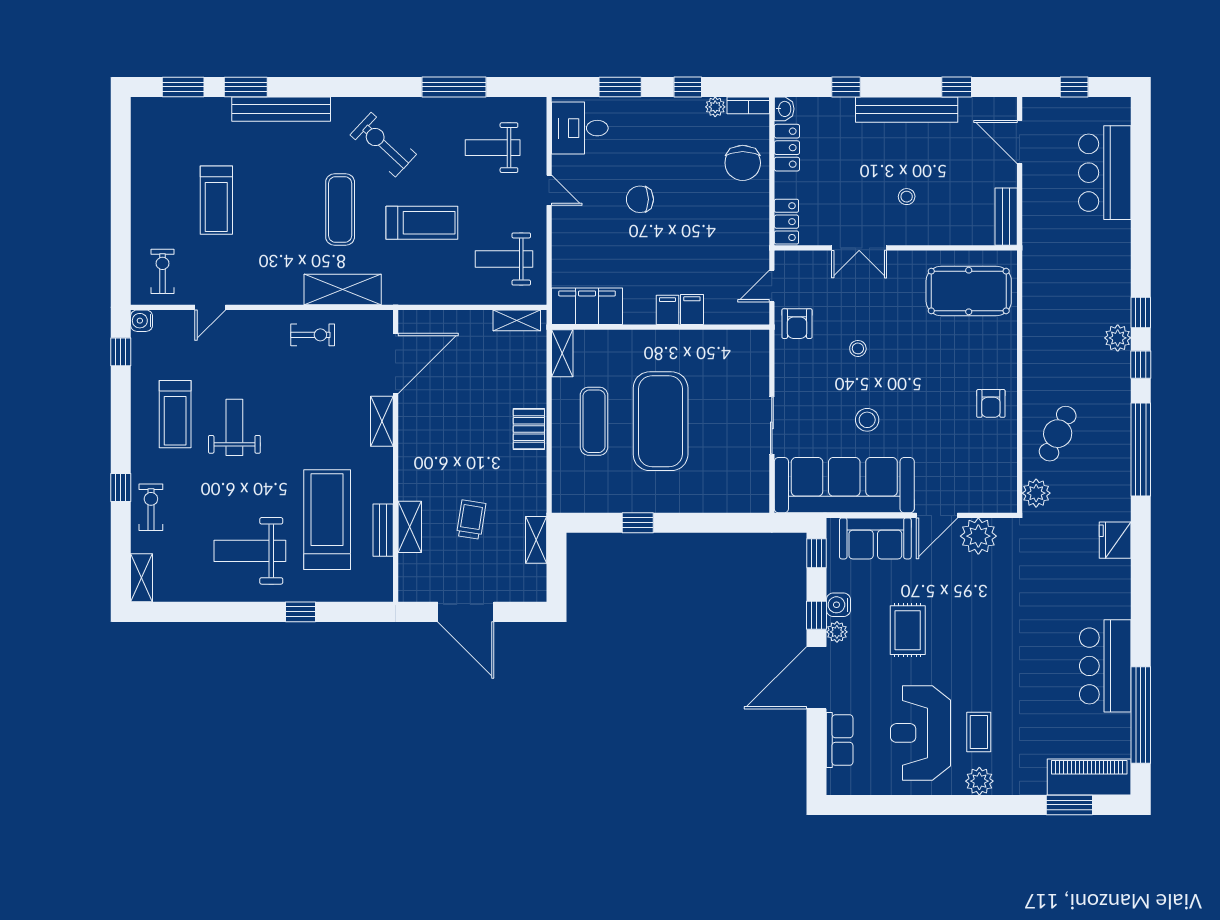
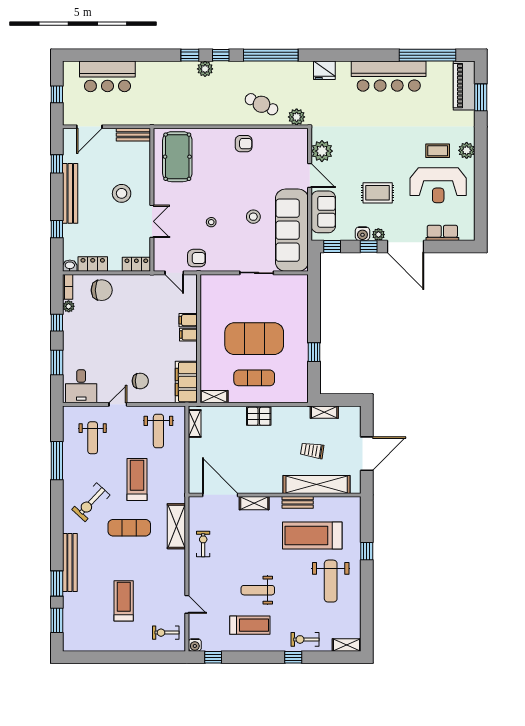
stool: (907, 197) -> (122, 193), width x1.89, depth x1.89
chair: (640, 199) -> (140, 381), moved, turned -90
treadmill: (216, 200) -> (124, 601), turned -90
shelving: (410, 527) -> (317, 484), width x2.20, depth x1.33
bench: (383, 530) -> (298, 502), moved
bar counter: (1105, 666) -> (389, 76), width x1.36

